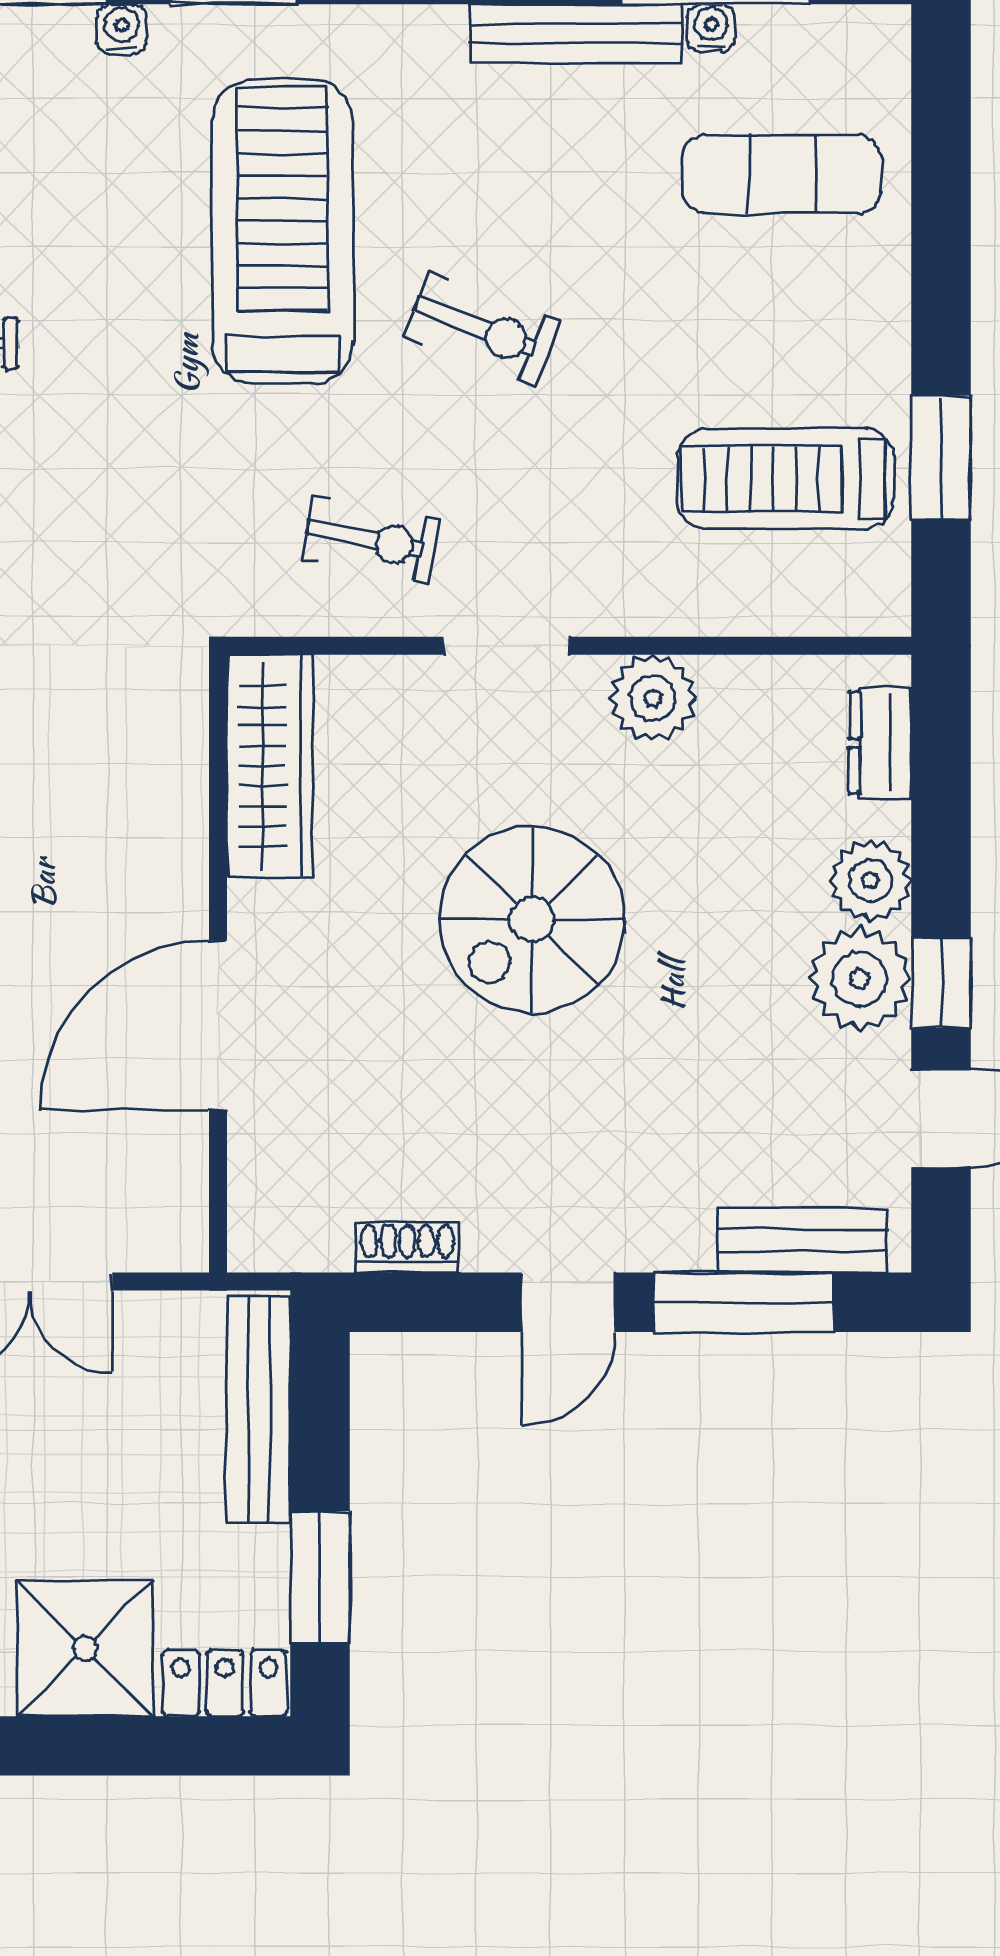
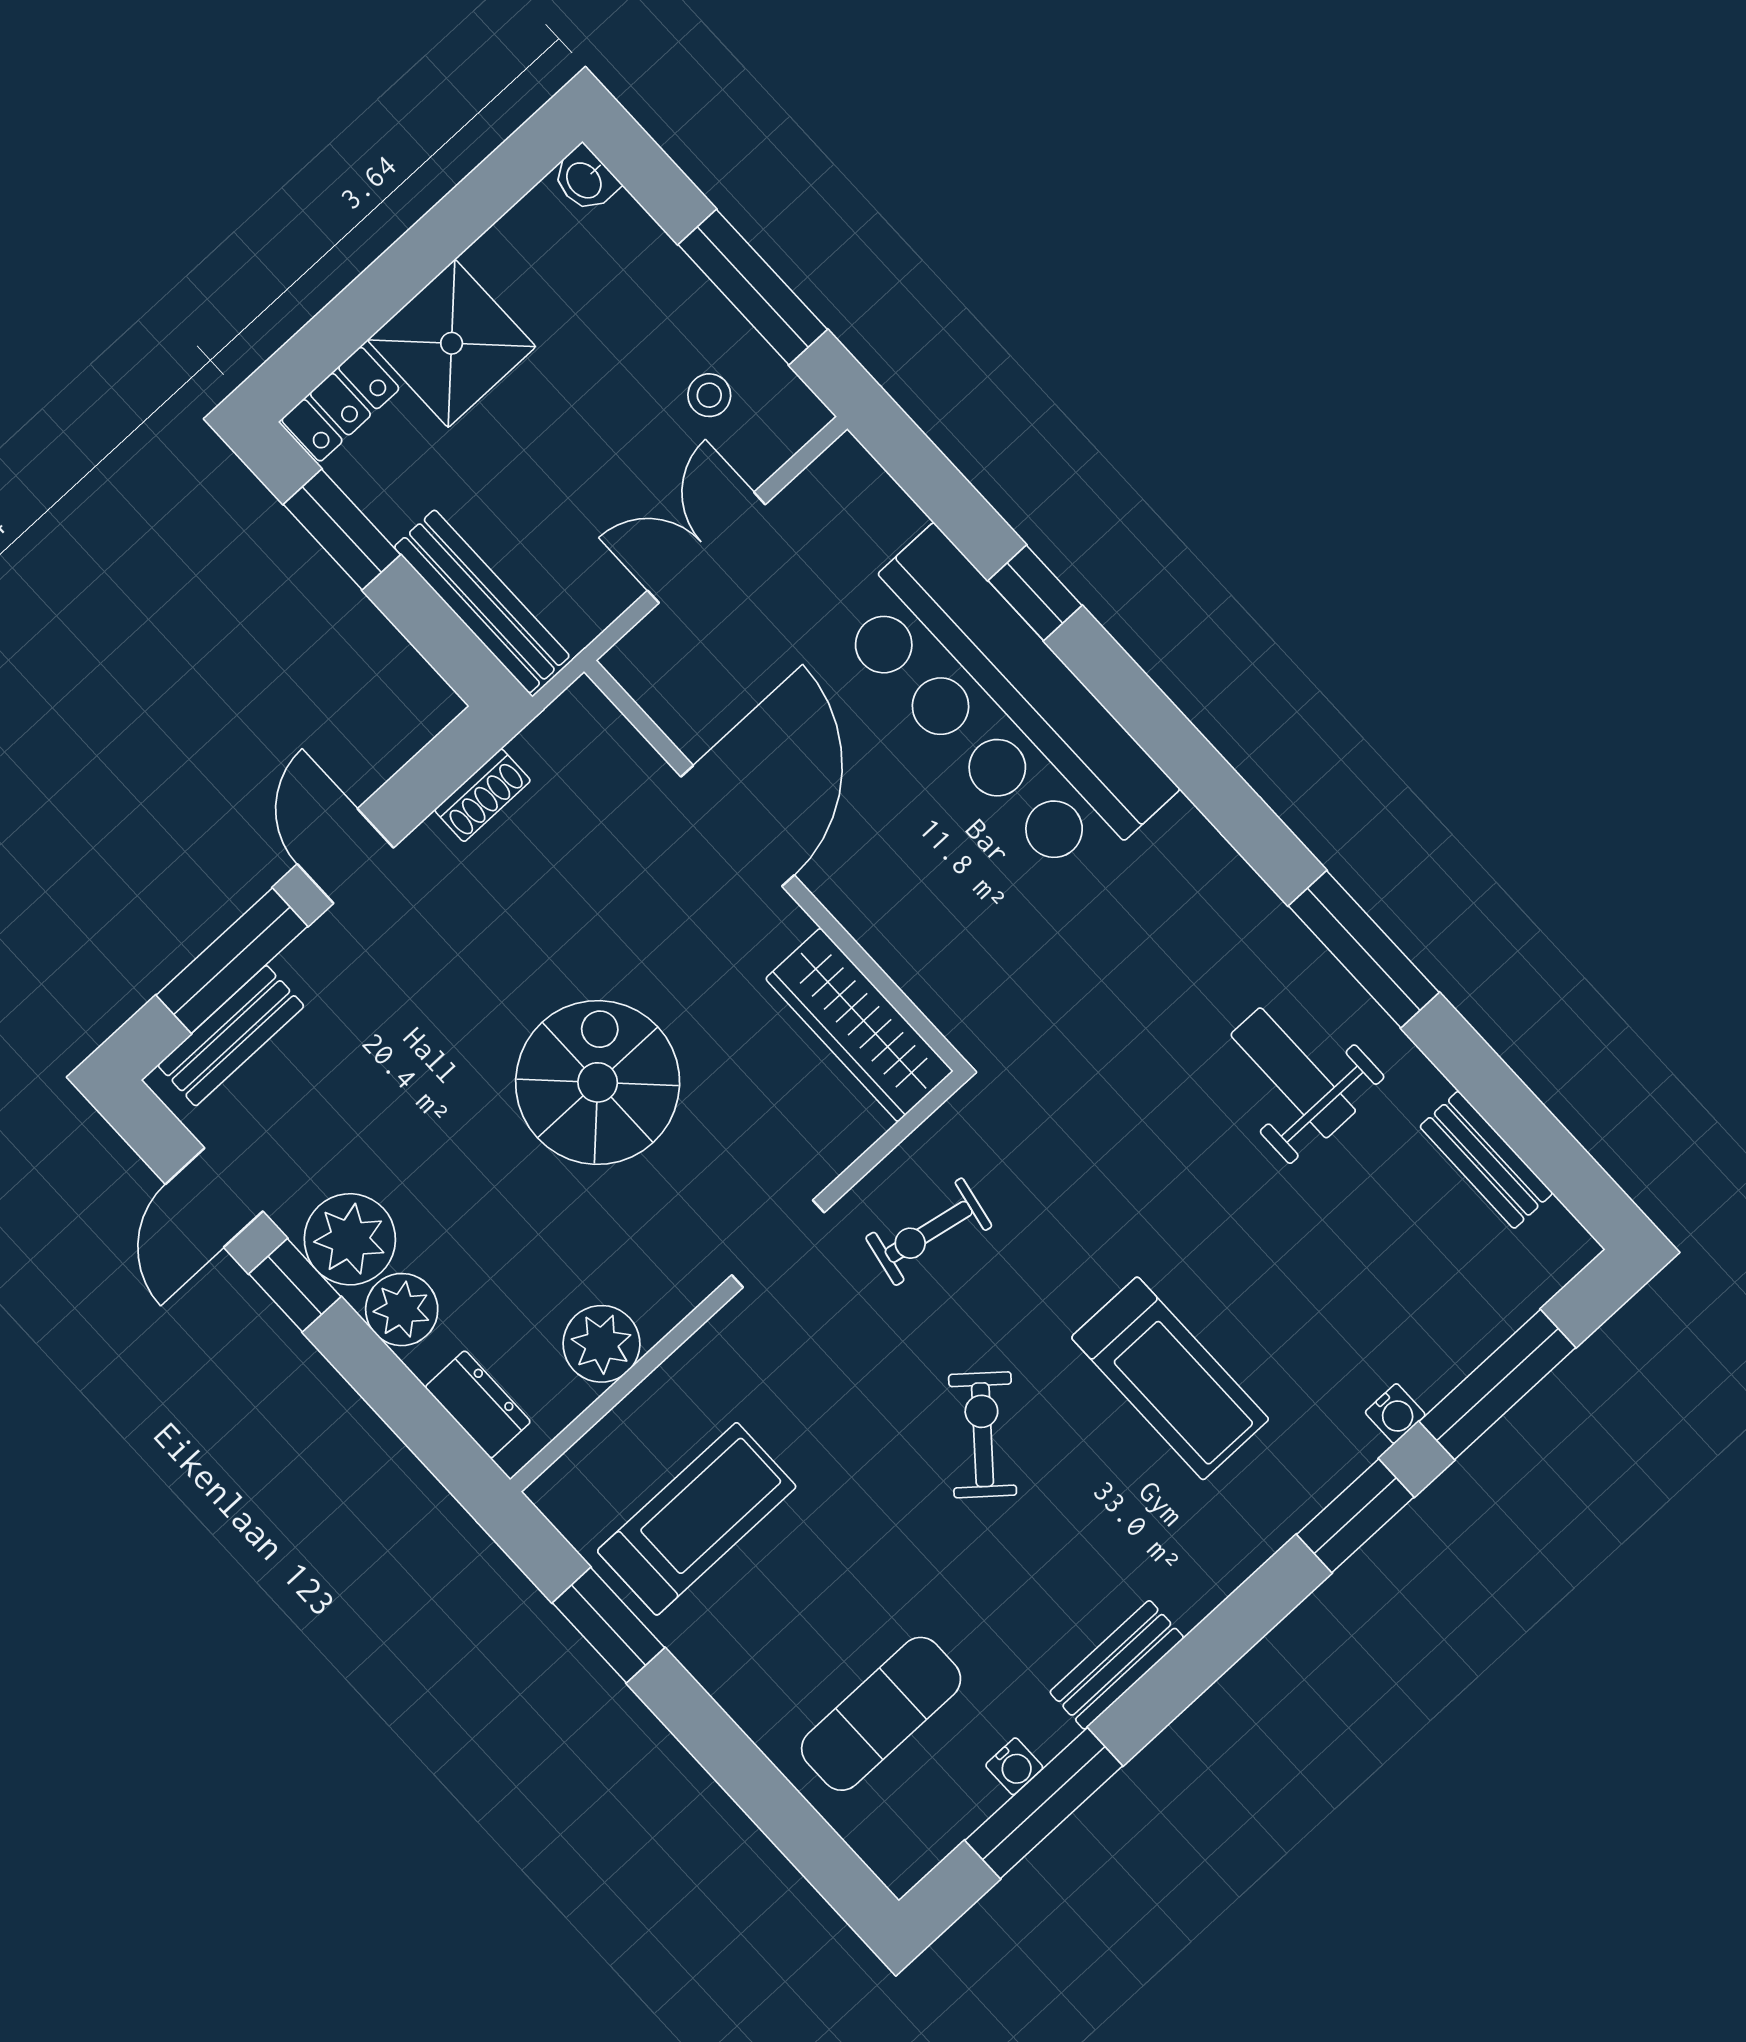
bench: (576, 34) -> (1117, 1665), width x0.73
treadmill: (283, 232) -> (1170, 1378), width x0.73, depth x0.73
exercise bike: (482, 329) -> (983, 1435), turned 109
plant: (653, 698) -> (601, 1344), moved

